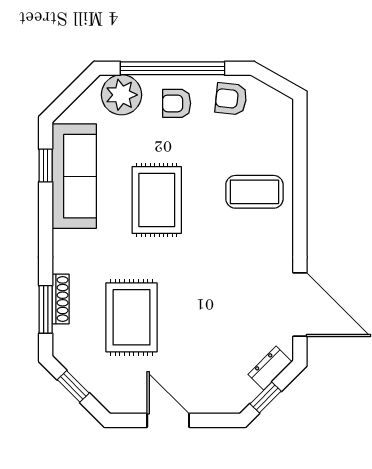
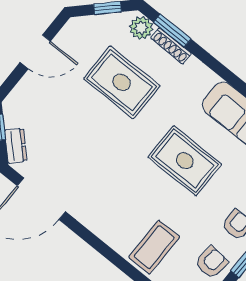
coffee table: (254, 192) -> (154, 247), moved
plant: (66, 340) -> (141, 28), added

